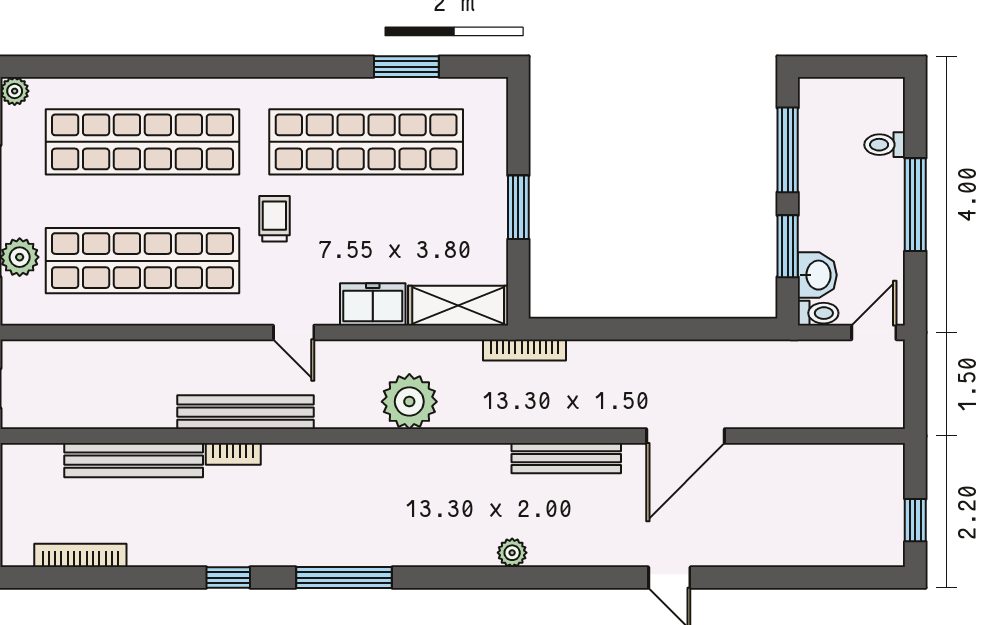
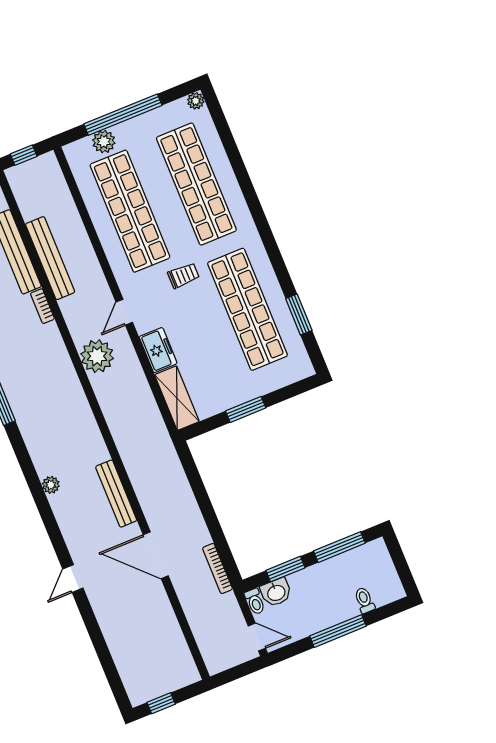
bookcase: (525, 350) -> (217, 568), moved
plant: (409, 402) -> (97, 356), moved
bench: (246, 412) -> (50, 258), moved

